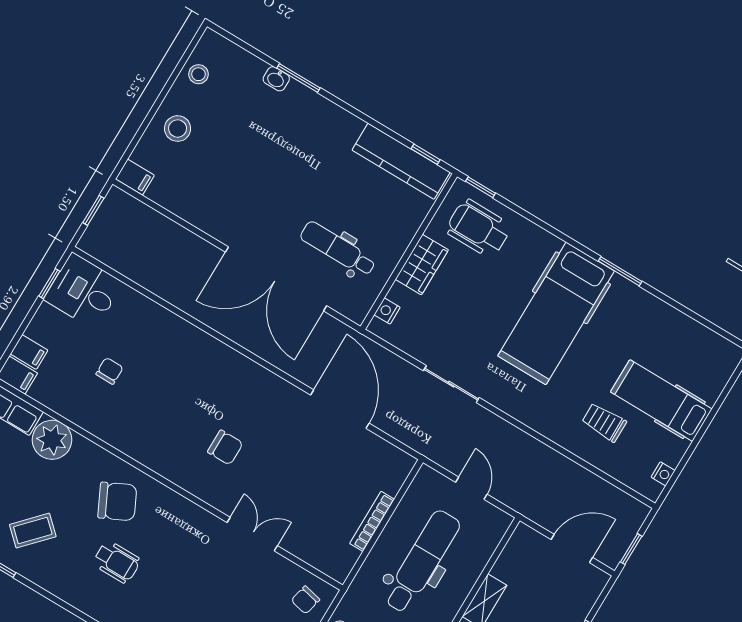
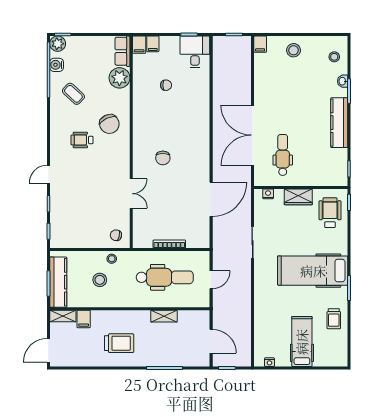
stool: (198, 74) -> (334, 57), moved
kitchen counter: (401, 161) -> (339, 123), moved
trolley: (604, 422) -> (334, 319), moved, turned 180
wheelchair: (117, 562) -> (82, 140), turned 90

